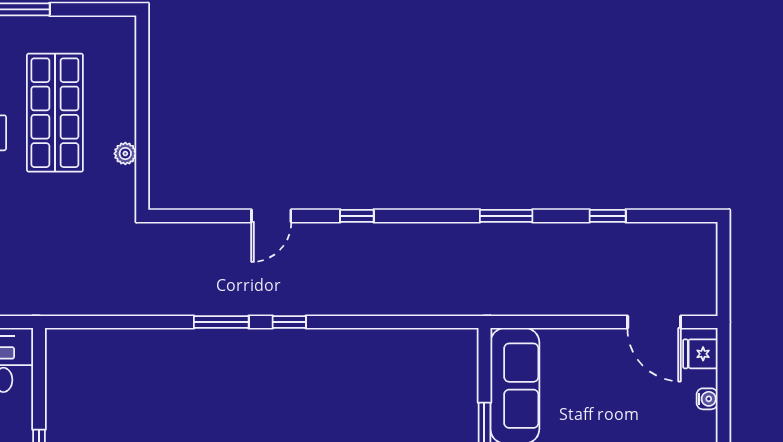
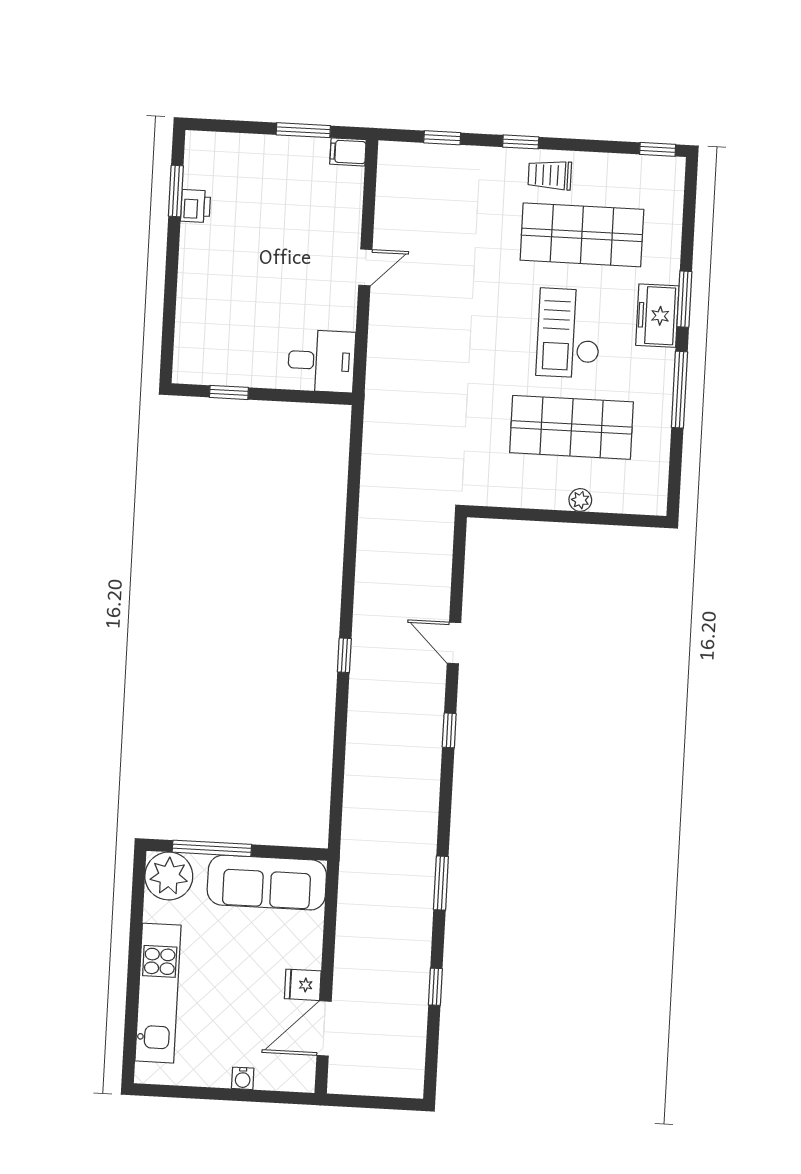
plant: (125, 154) -> (580, 500), moved
window: (221, 322) -> (348, 586), removed
fridge: (700, 354) -> (303, 985), moved, turned -90

